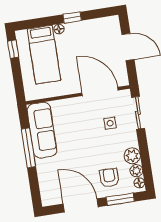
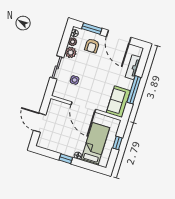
window: (13, 49) -> (117, 143), moved
door: (100, 91) -> (83, 107), moved
sliding door: (138, 113) -> (57, 67), moved
sofa: (42, 130) -> (118, 102), width x0.73
tv unit: (44, 176) -> (133, 67), added

